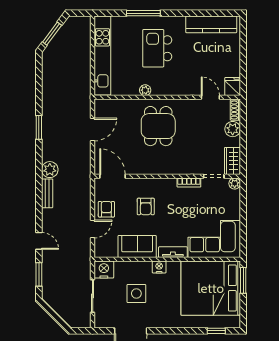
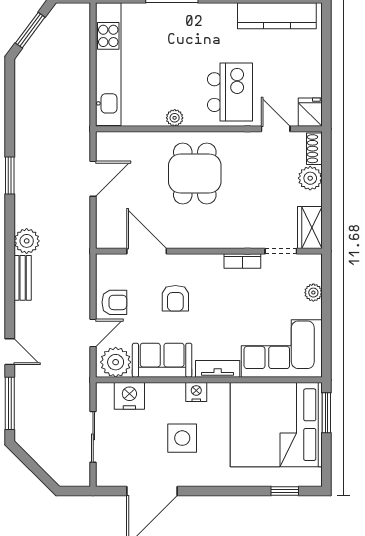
kitchen island: (157, 48) -> (230, 92), moved, turned 180
door: (112, 176) -> (147, 251), moved
plant: (235, 183) -> (313, 293), moved
armchair: (106, 209) -> (114, 302), turned 90
plant: (107, 248) -> (116, 362), added
nightstand: (104, 270) -> (129, 396), moved
window: (39, 274) -> (10, 403), width x1.44
side table: (136, 293) -> (182, 438), moved

